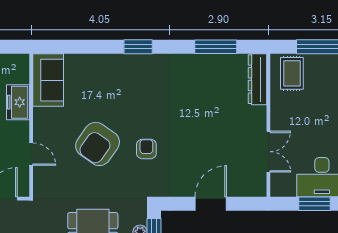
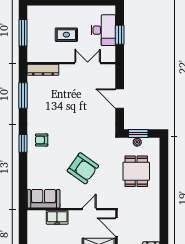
rug: (292, 73) -> (66, 35), moved
armchair: (146, 149) -> (42, 140), moved

